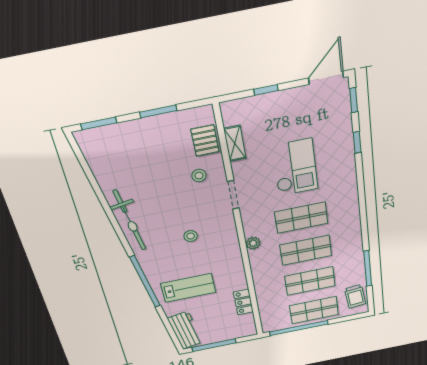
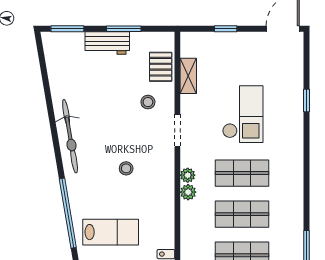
window: (354, 100) -> (307, 56), removed
workbench: (144, 129) -> (107, 43), added
plant: (250, 230) -> (188, 175), added

